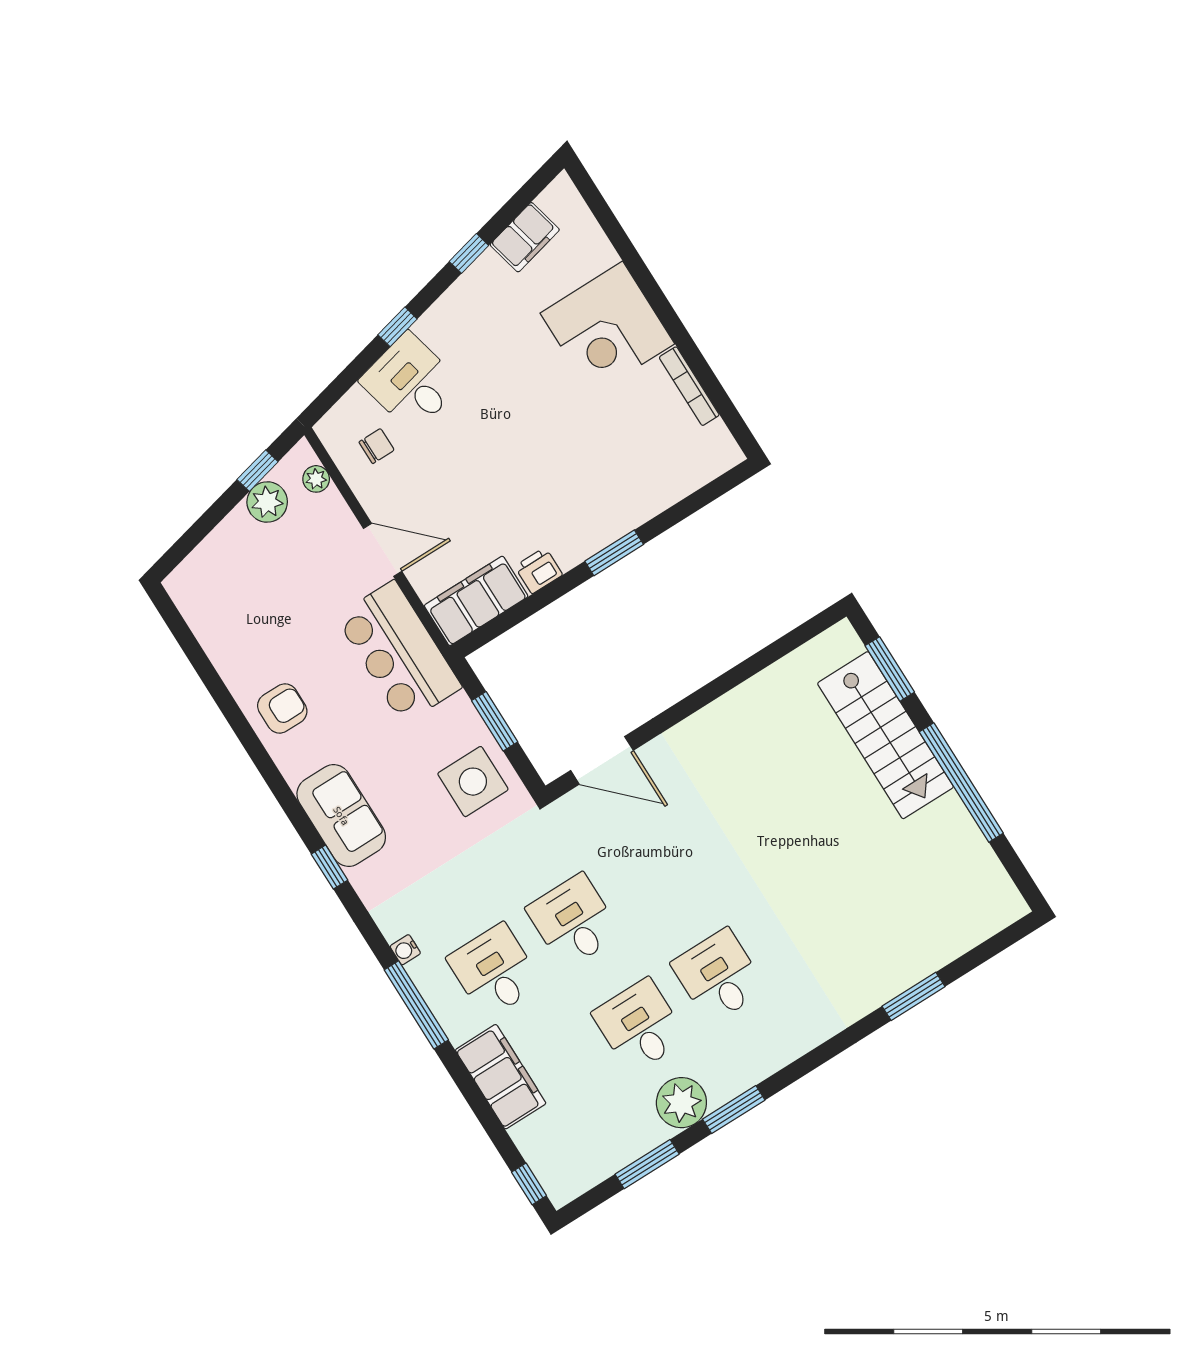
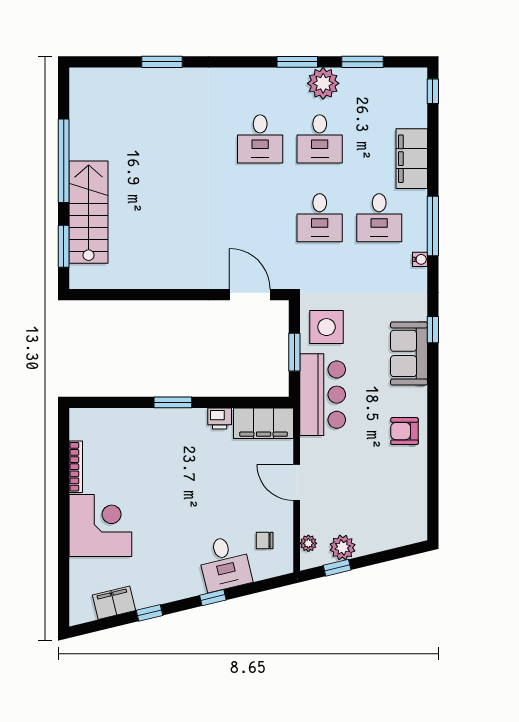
bar counter: (399, 652) -> (323, 395), moved

